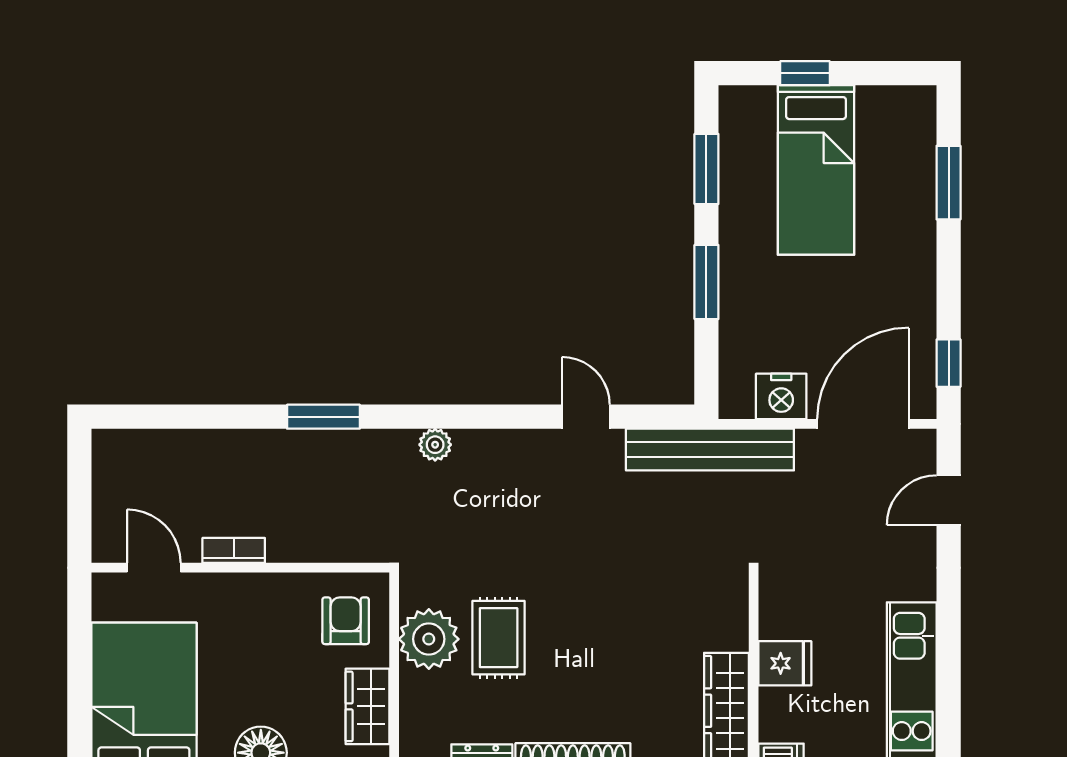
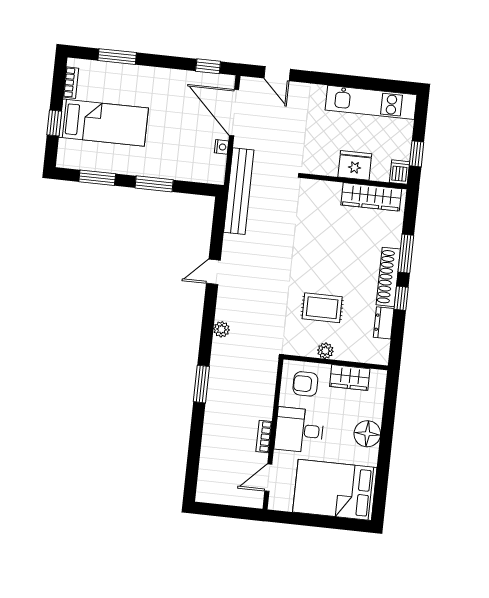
bookcase: (888, 97) -> (71, 83), added
nightstand: (781, 396) -> (222, 147), width x0.53, depth x0.56
door: (586, 417) -> (213, 272), moved
desk: (254, 618) -> (299, 430), added
plant: (429, 639) -> (325, 351), width x0.53, depth x0.53
fridge: (785, 663) -> (355, 165), width x1.38

